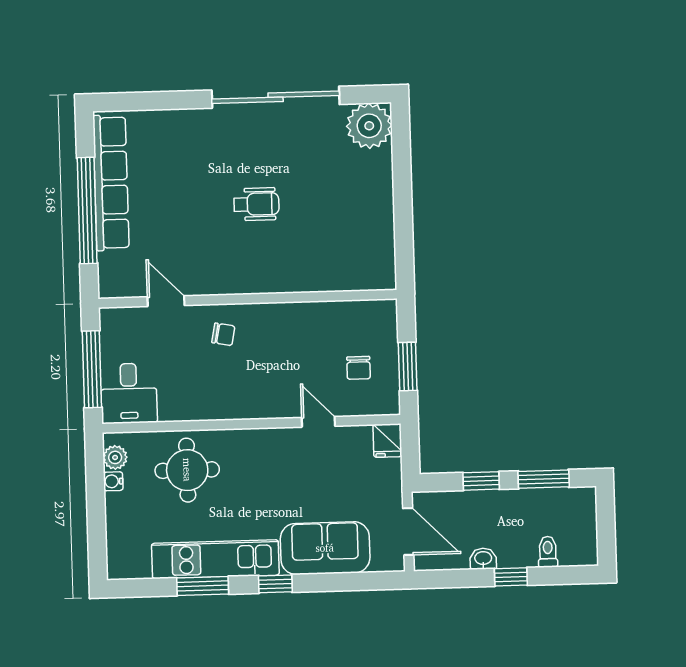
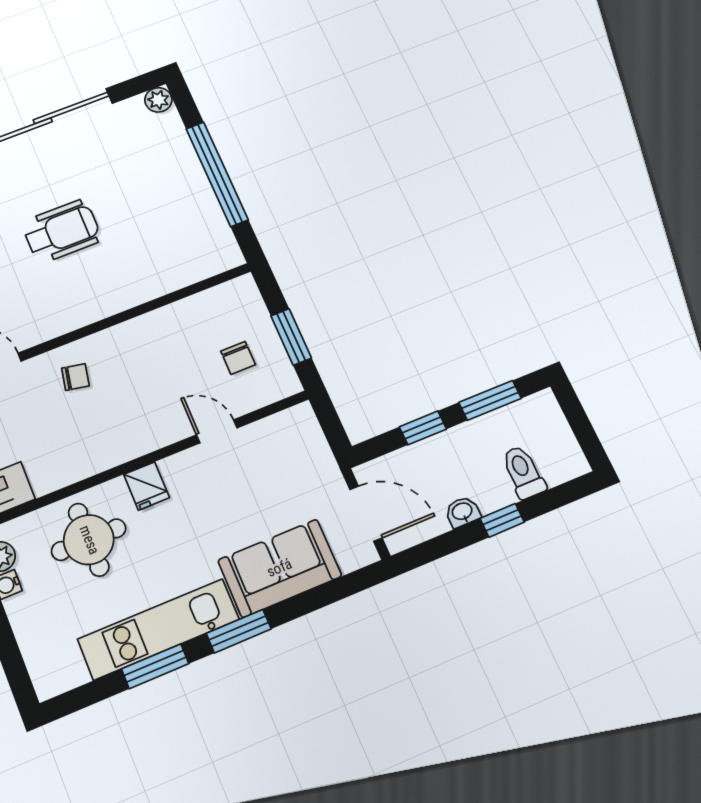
plant: (369, 126) -> (158, 100), width x0.53, depth x0.53
window: (403, 202) -> (217, 174), added
wheelchair: (256, 204) -> (62, 231), width x1.36, depth x1.37
fridge: (387, 441) -> (147, 486), moved
toilet: (548, 552) -> (523, 472), width x1.37, depth x1.39
window: (275, 584) -> (239, 631), width x1.50

